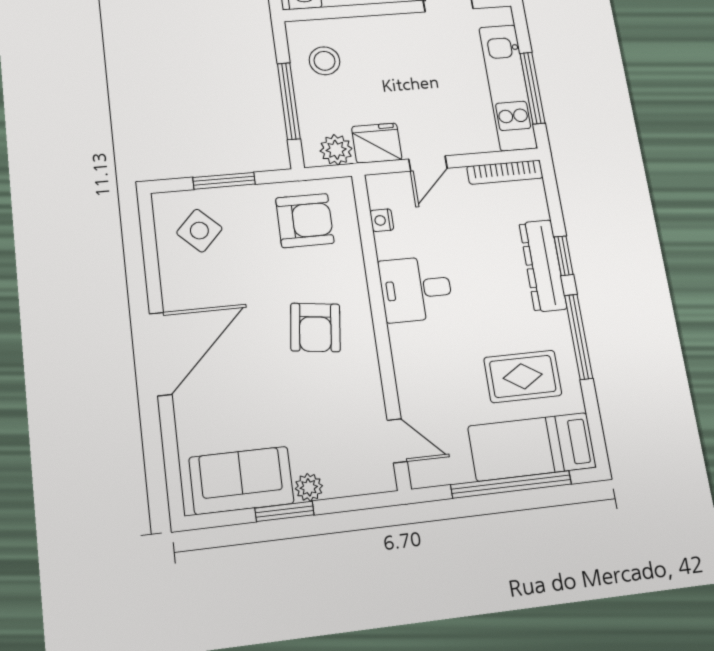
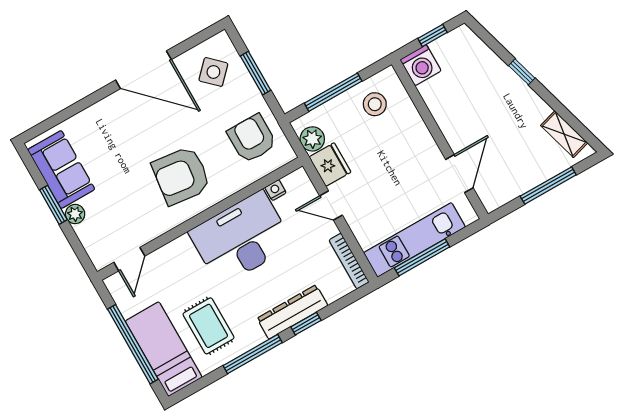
armchair: (305, 221) -> (252, 139), turned 180
desk: (416, 289) -> (241, 238), width x1.87, depth x1.30
armchair: (315, 327) -> (181, 176), width x1.36, depth x1.36
door: (161, 354) -> (143, 70), moved

